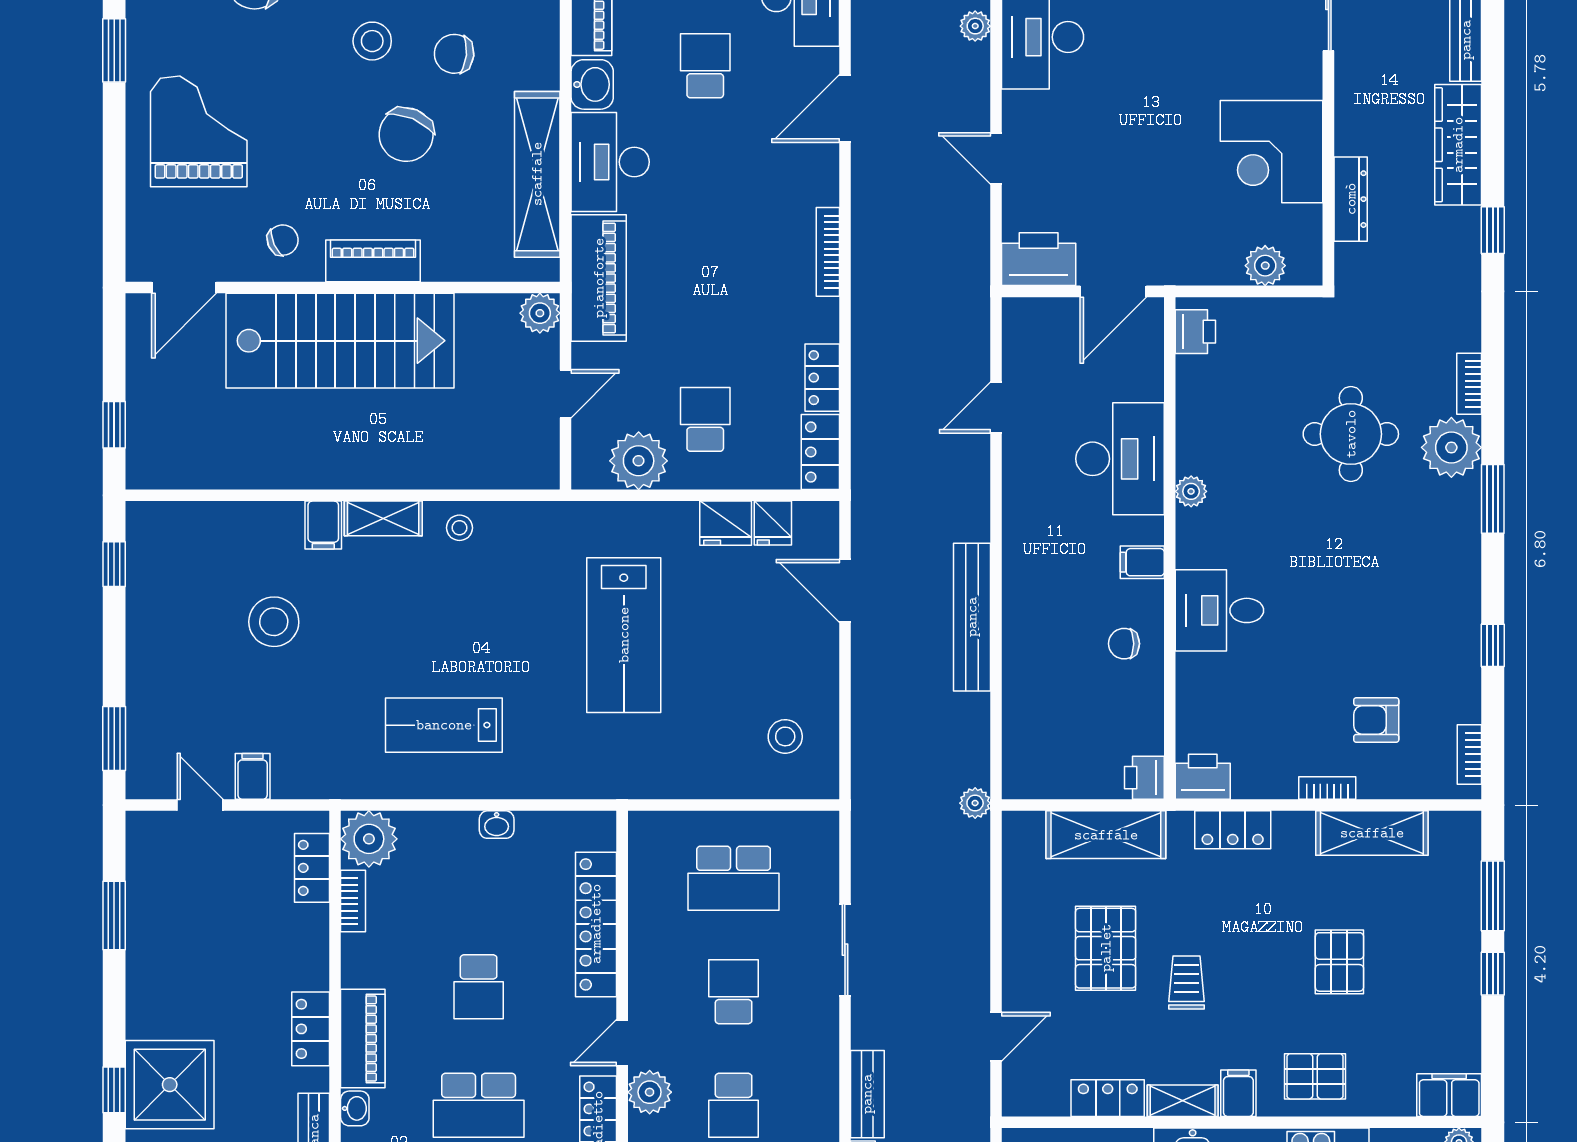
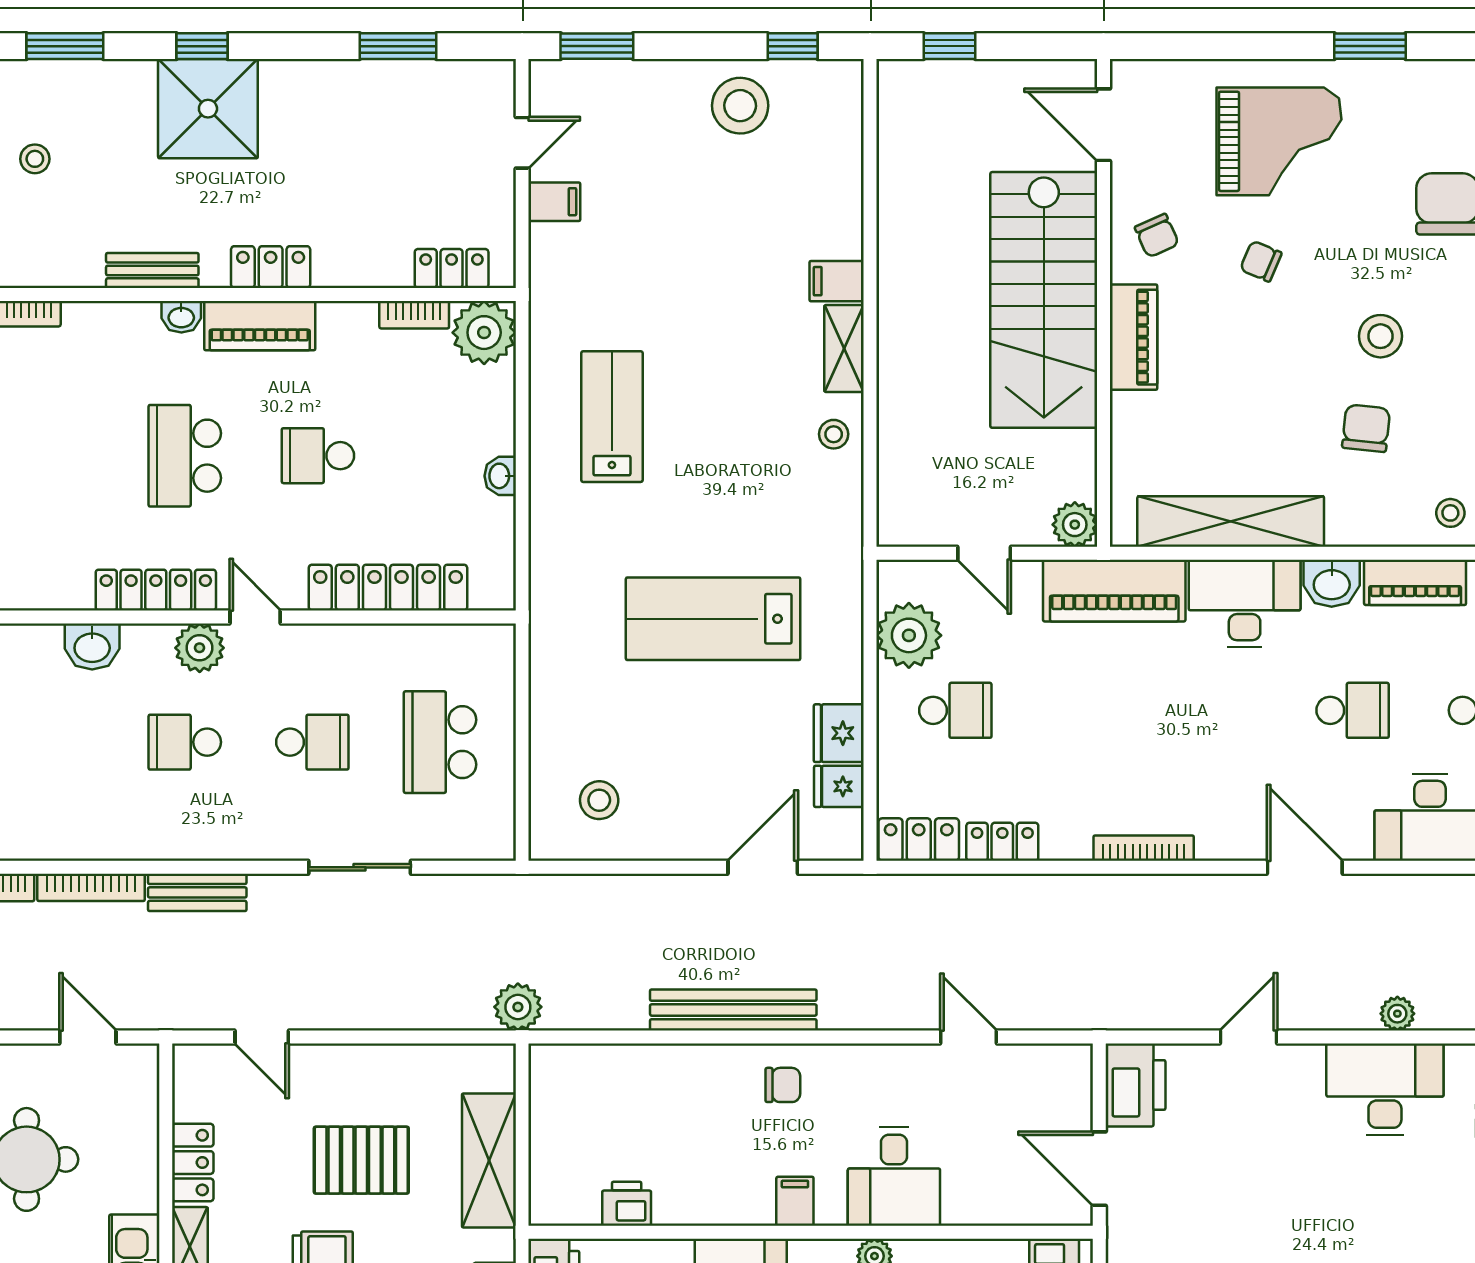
chair: (406, 135) -> (1261, 261), moved, width x0.54, depth x0.54
desk: (1120, 459) -> (894, 1176), width x0.73
stool: (274, 622) -> (740, 106), moved
chair: (1124, 644) -> (783, 1085), moved, turned 90
printer: (1144, 778) -> (627, 1204), moved
plant: (975, 803) -> (518, 1007), width x1.38, depth x1.38

